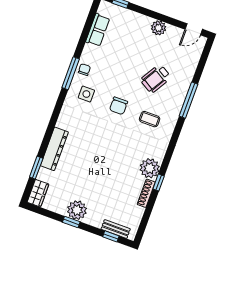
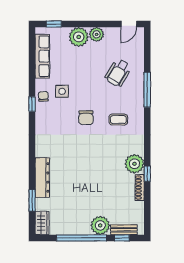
plant: (140, 24) -> (79, 37), added
row of seats: (98, 30) -> (42, 56), width x1.48
window: (71, 73) -> (32, 104), width x0.46
wheelchair: (156, 79) -> (118, 73), moved
side table: (86, 94) -> (62, 91), moved
plant: (77, 210) -> (100, 225), moved
window: (71, 222) -> (81, 238), width x3.17

